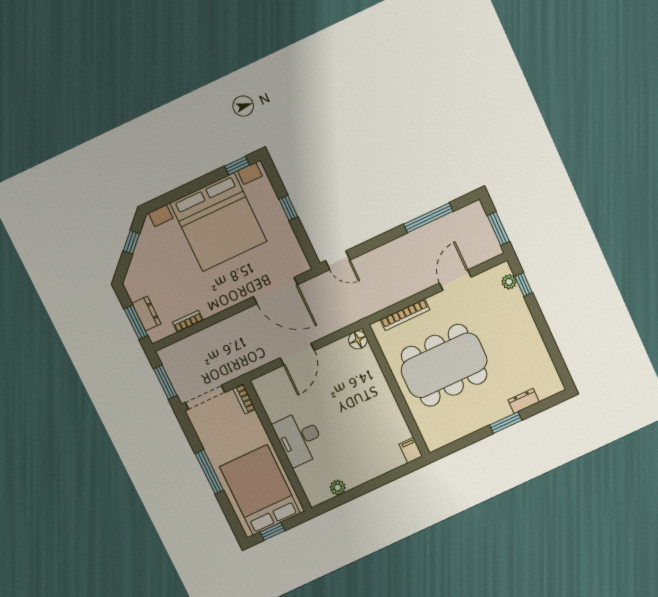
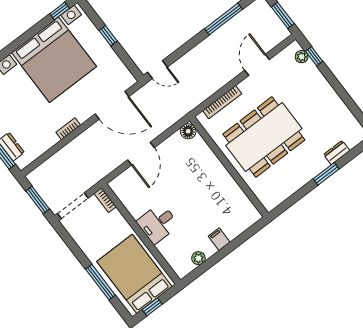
bookcase: (188, 321) -> (68, 129), moved
desk: (299, 438) -> (158, 223), width x0.73
filing cabinet: (411, 450) -> (219, 239), moved
window: (209, 472) -> (100, 282), moved

